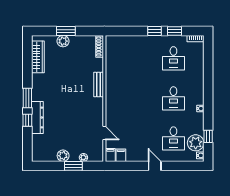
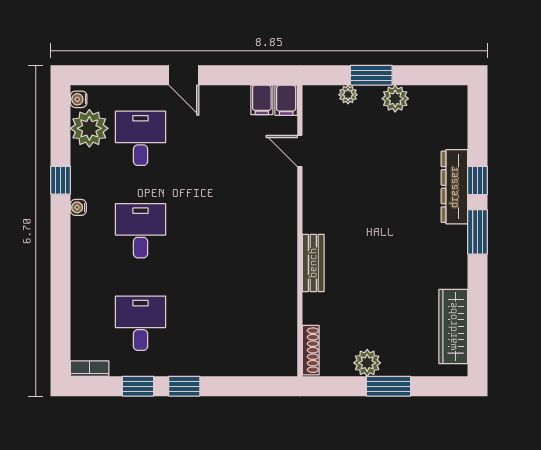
plant: (63, 41) -> (367, 363), moved
window: (208, 136) -> (61, 180), moved

